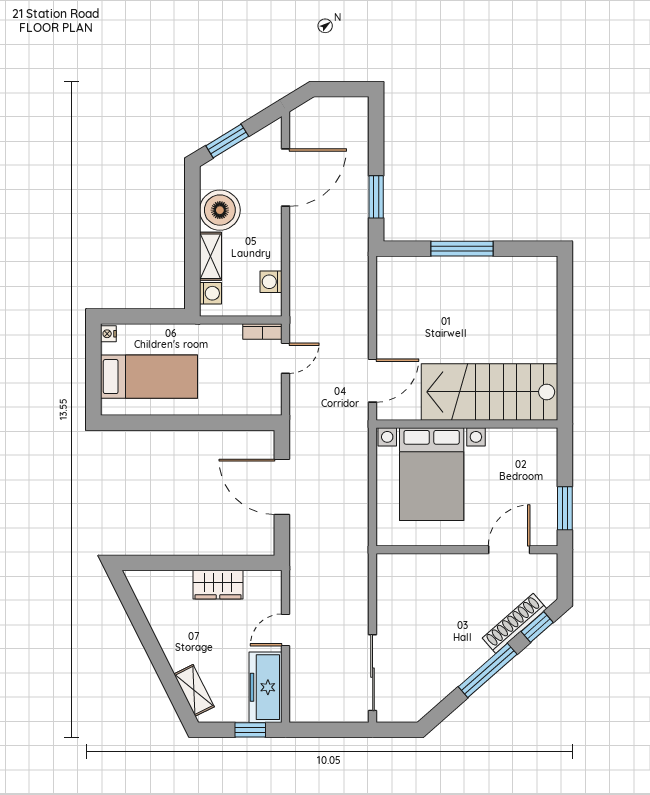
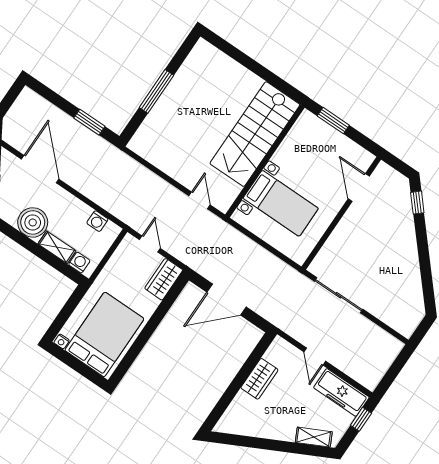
bookcase: (262, 331) -> (124, 247), removed
bed: (149, 377) -> (104, 334), width x1.50
door: (373, 381) -> (200, 200), width x0.73
wardrobe: (257, 401) -> (164, 279), added
bed with nightstands: (432, 474) -> (281, 203), width x0.73
window: (565, 508) -> (333, 121), moved
shoe rack: (515, 623) -> (406, 215), removed
window: (488, 671) -> (423, 251), removed
sliding door: (373, 673) -> (339, 295), moved

